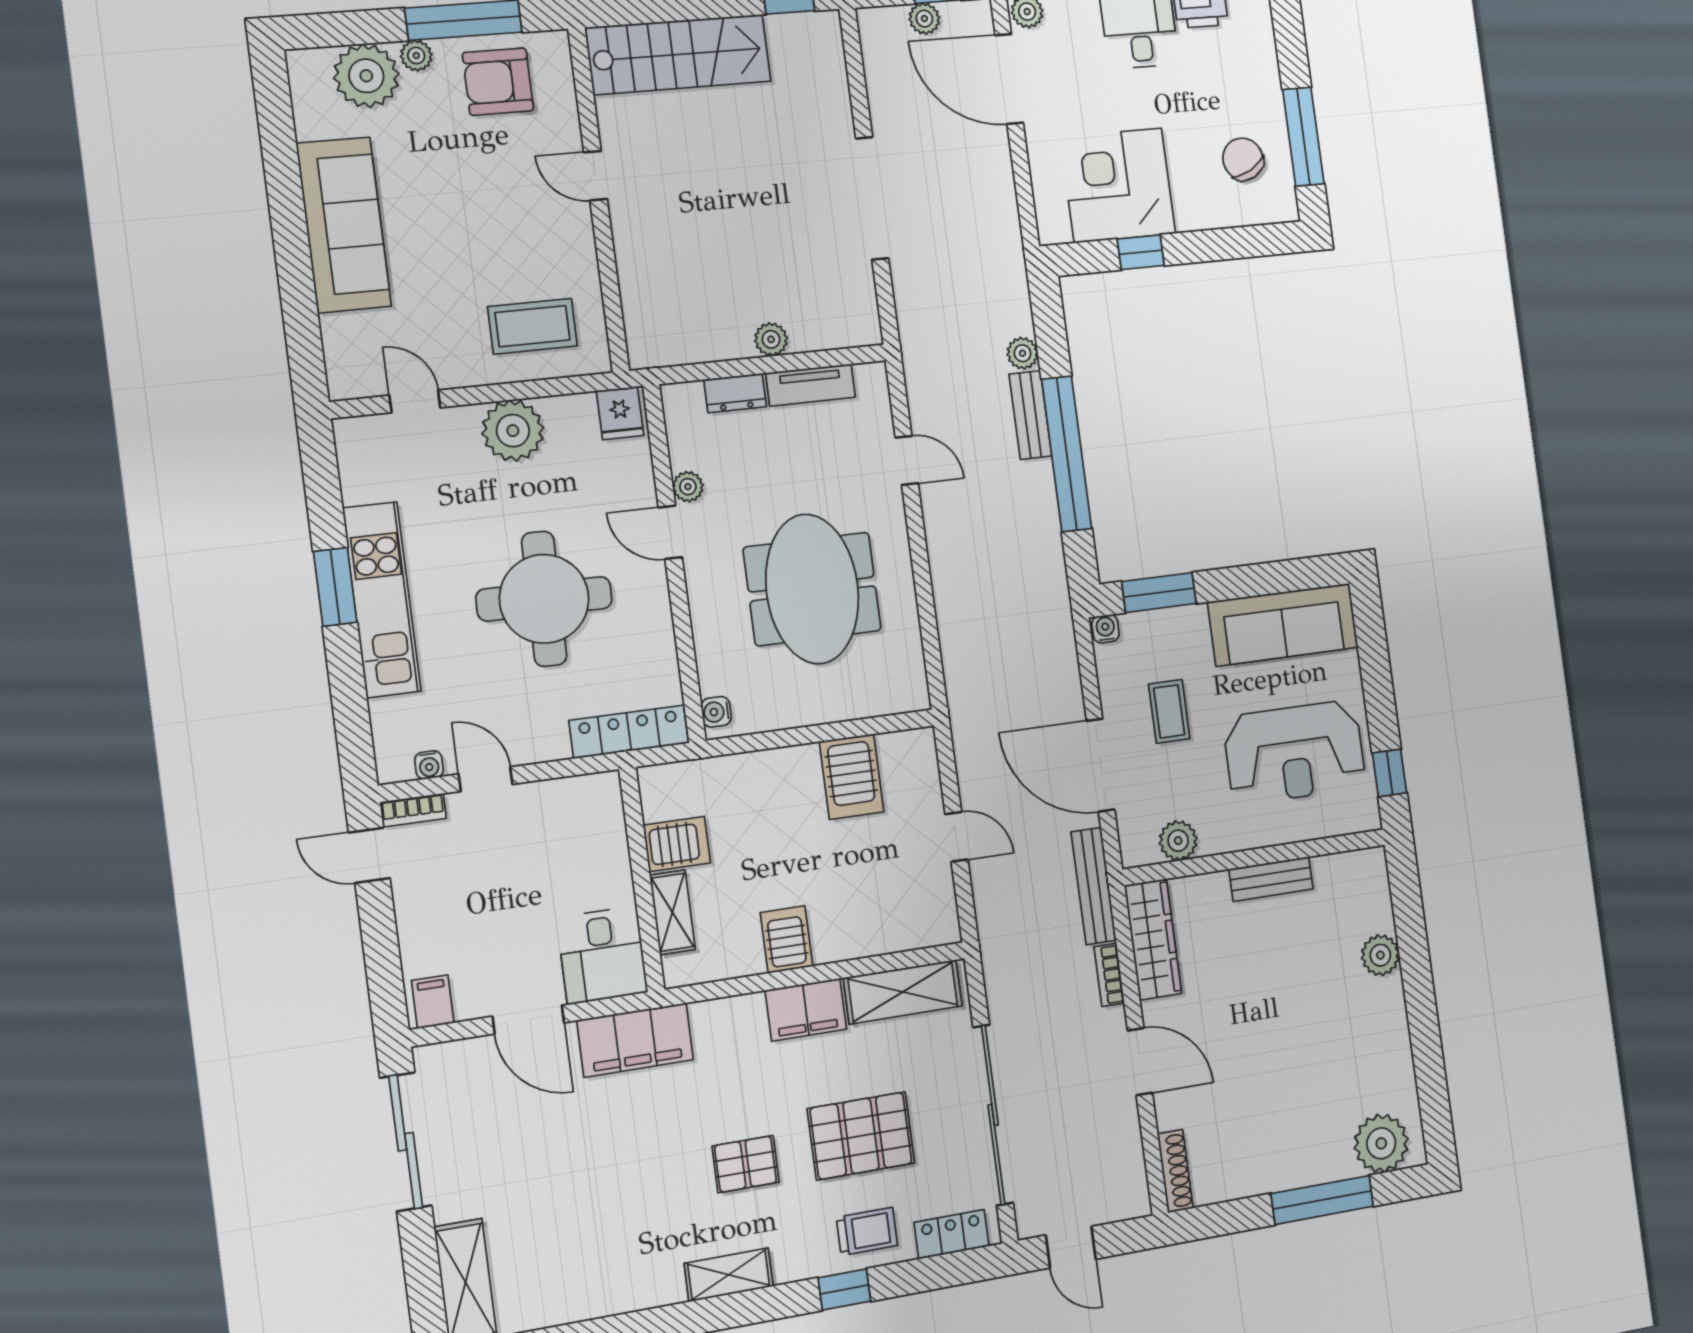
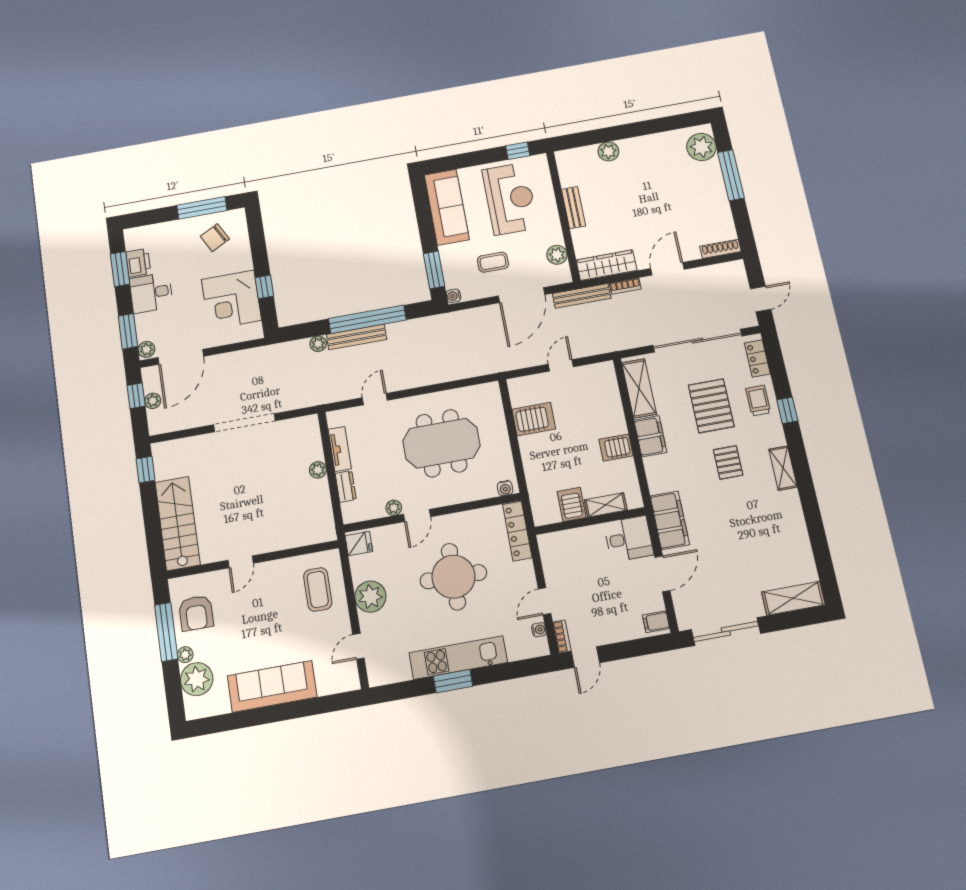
bench: (1030, 415) -> (357, 337), width x1.36

